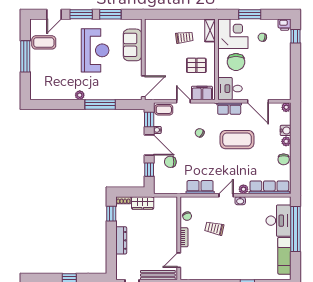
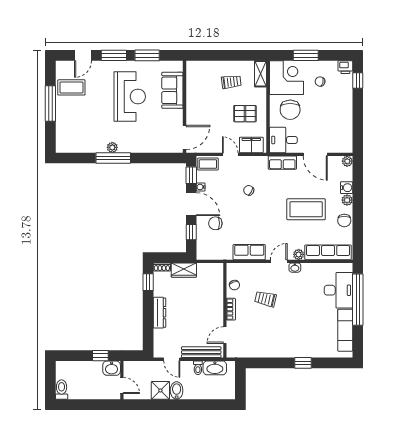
window: (100, 104) -> (113, 158), moved
coffee table: (237, 140) -> (306, 209), moved

